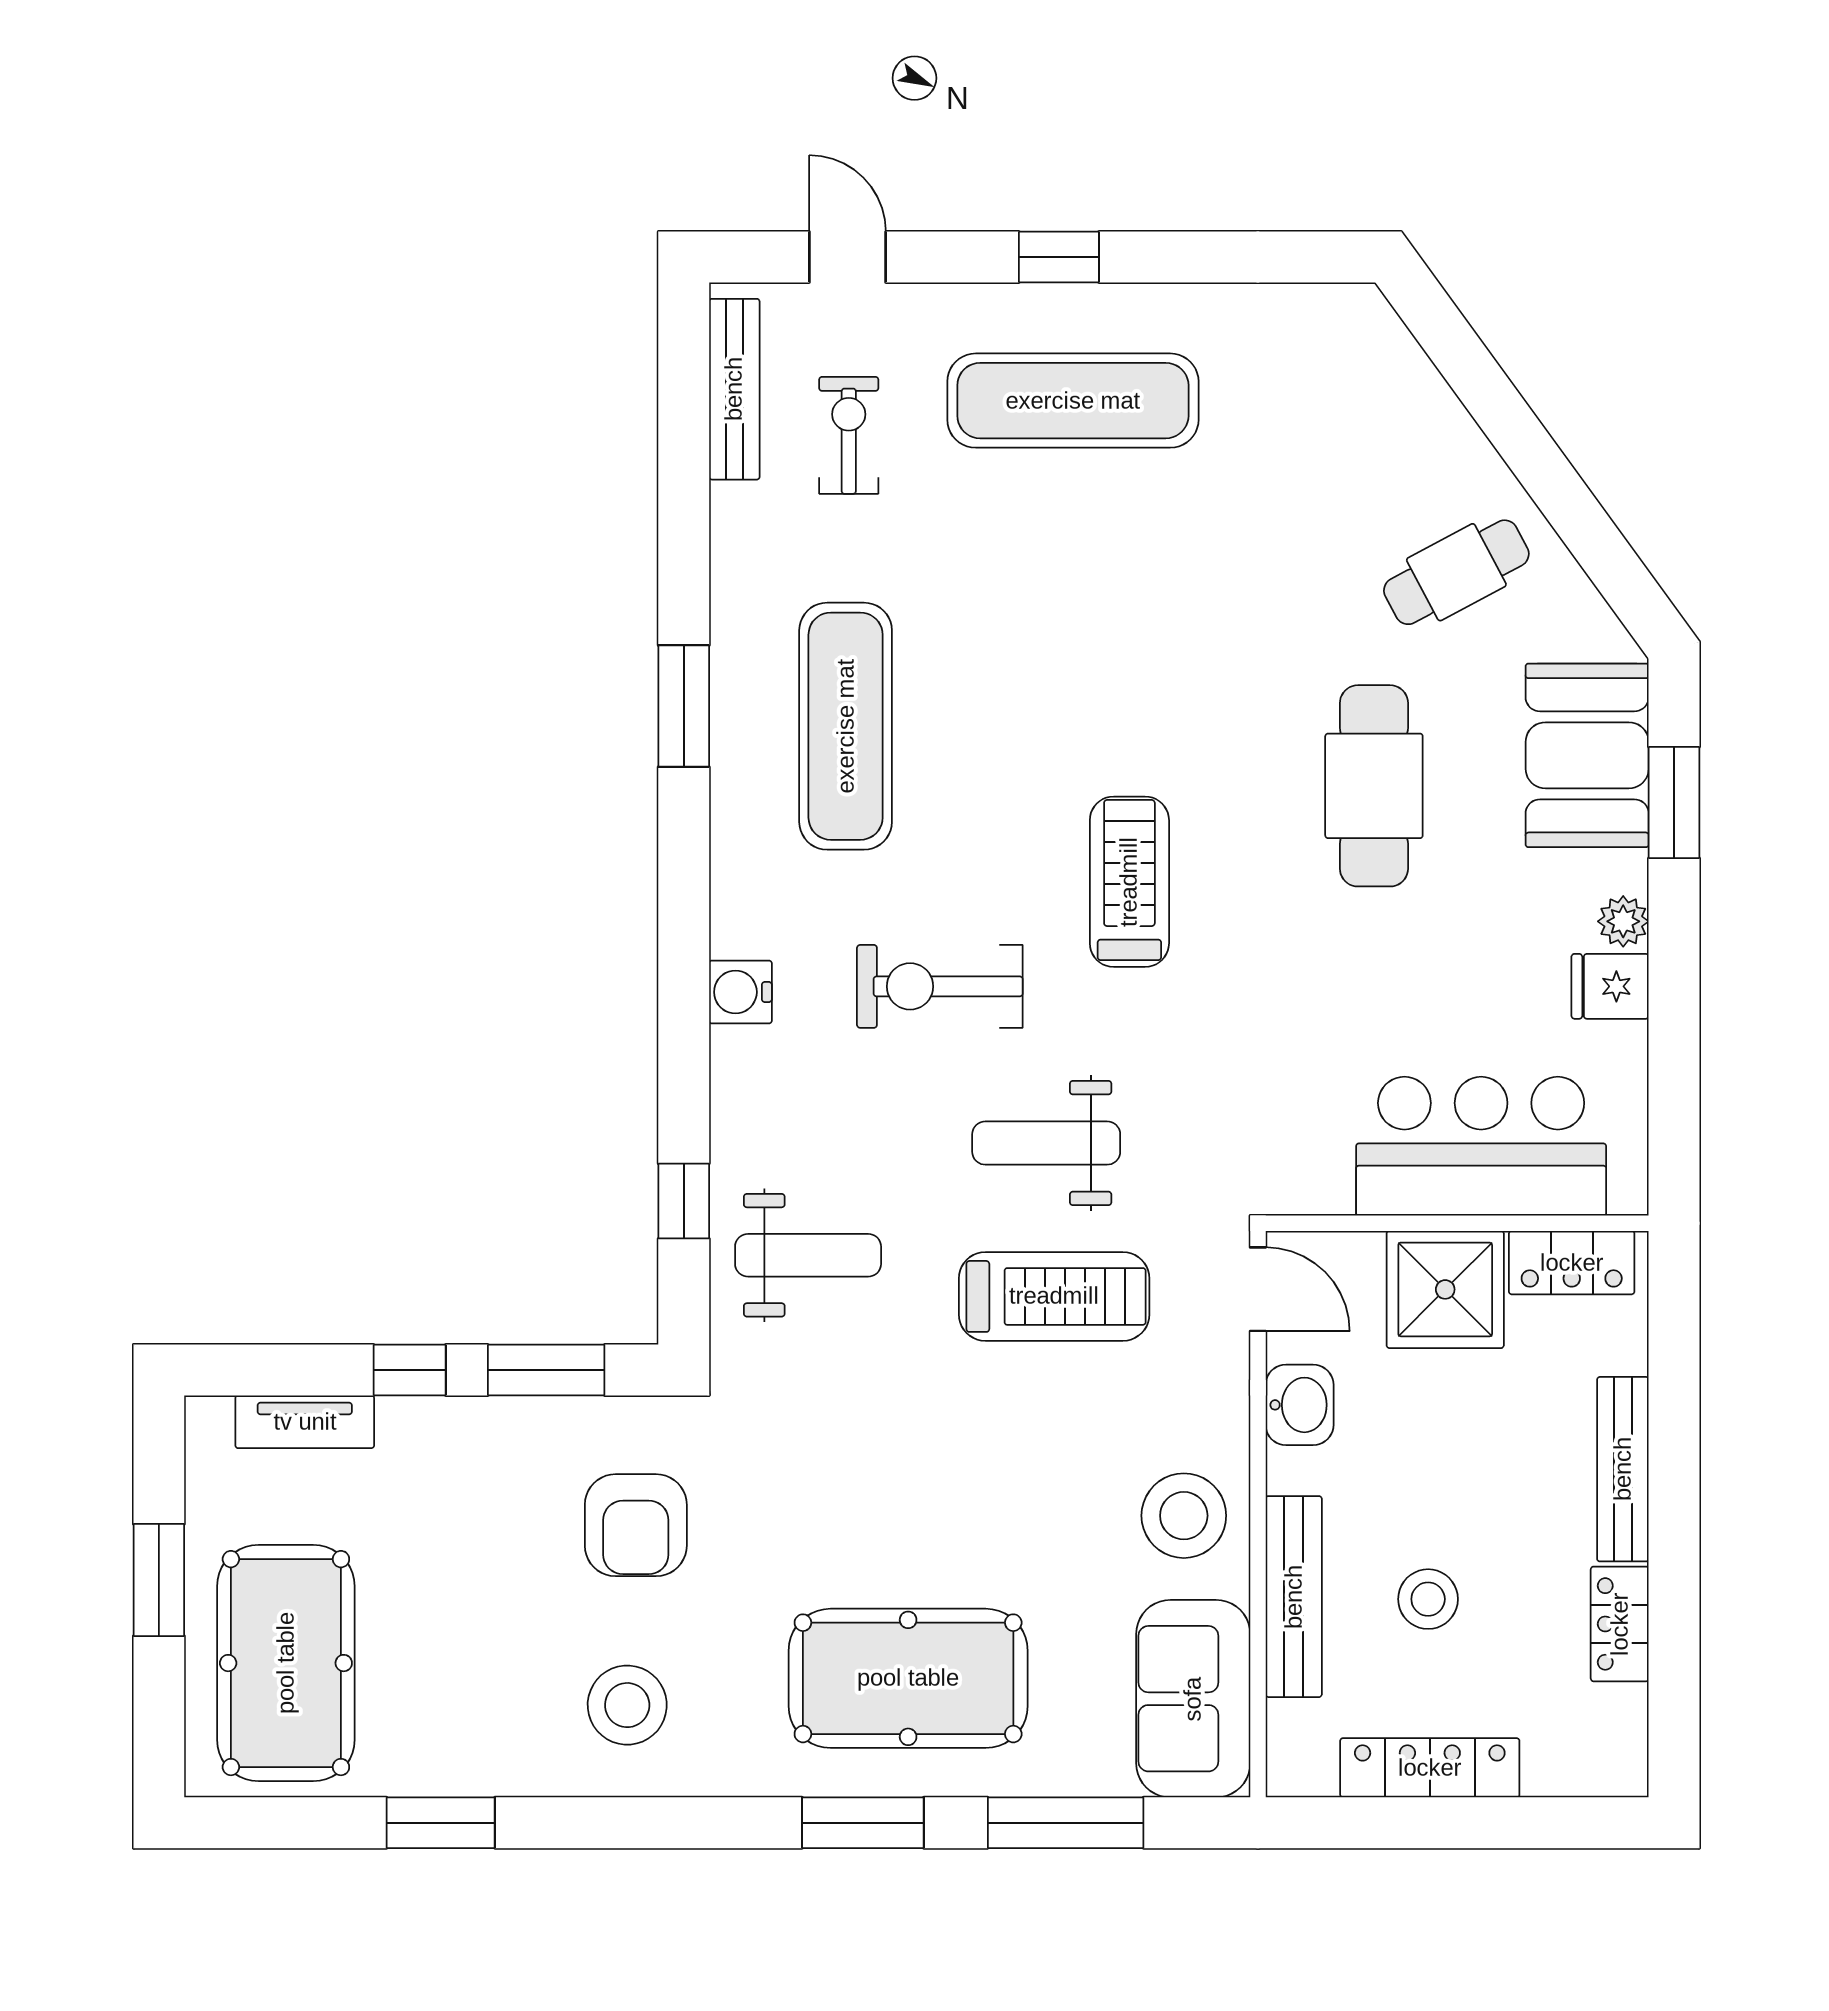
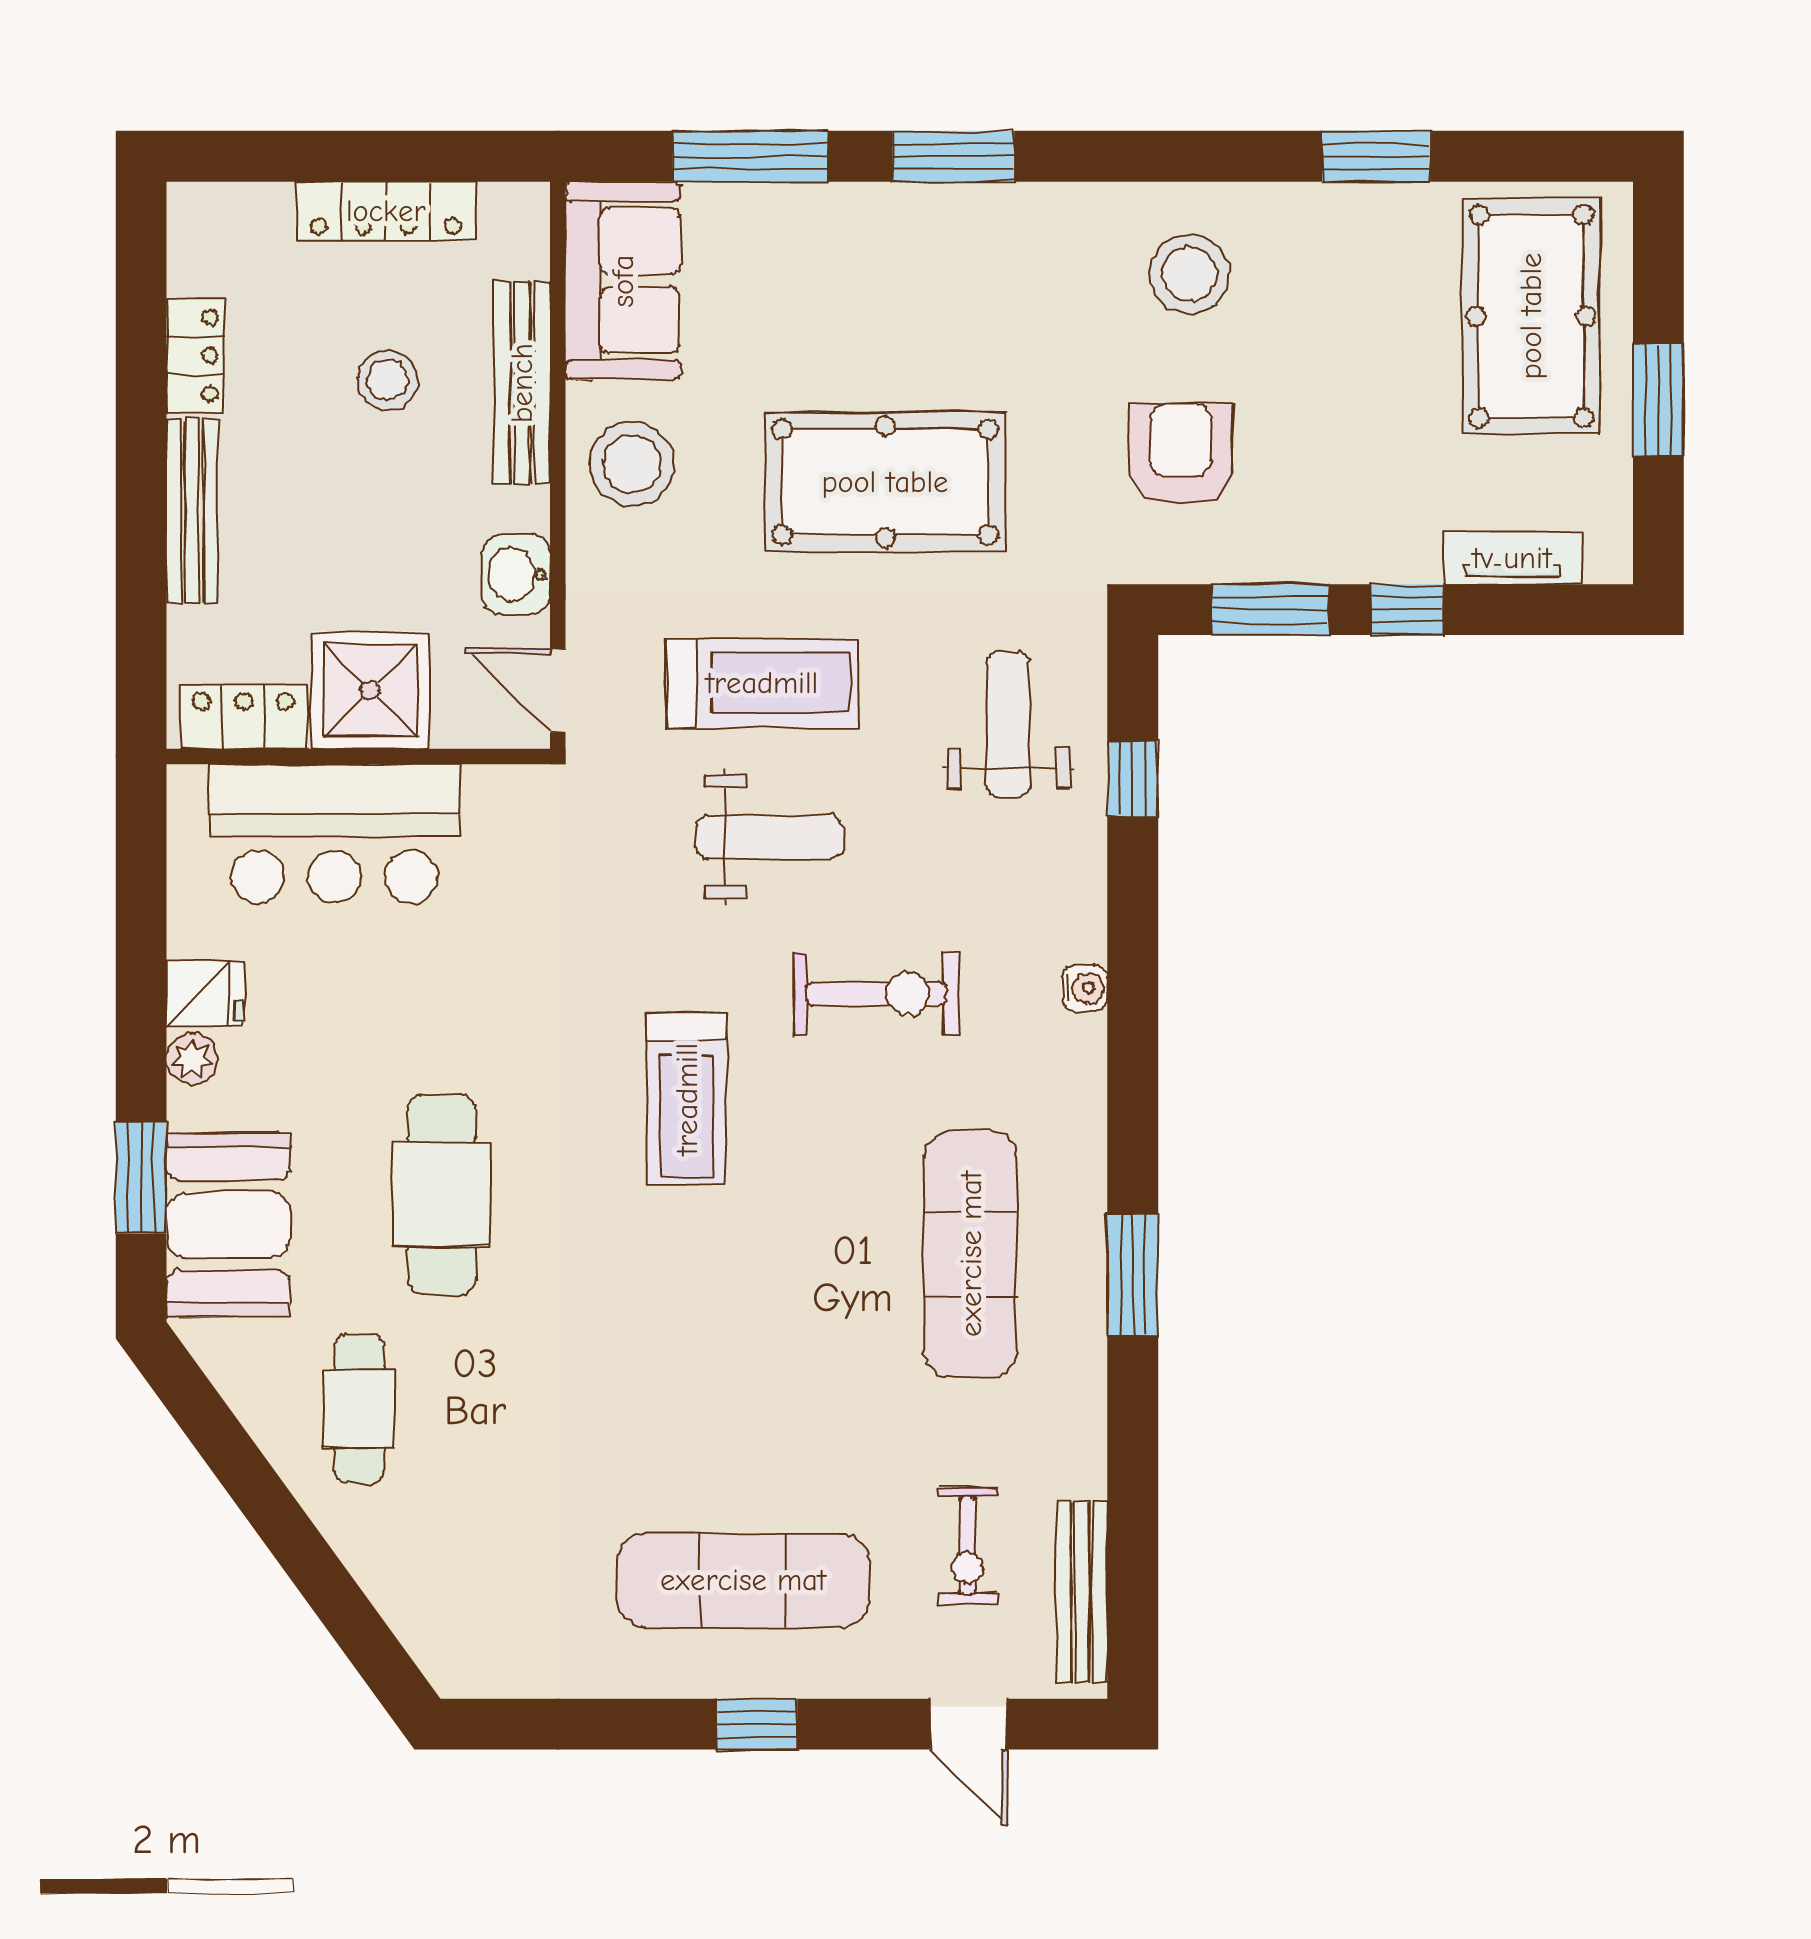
cafe table: (1456, 572) -> (359, 1408), turned -62
water cooler: (740, 992) -> (1085, 988), width x0.72, depth x0.72
weight bench: (808, 1255) -> (1008, 725), turned 90
treadmill: (1054, 1296) -> (762, 683), turned 180
pool table: (908, 1678) -> (885, 482), moved

